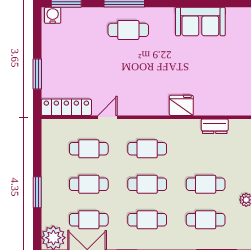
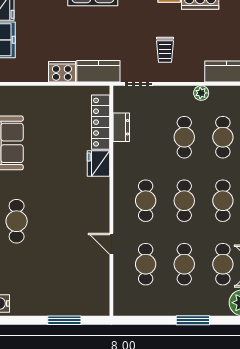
locker: (66, 107) -> (101, 122), moved

